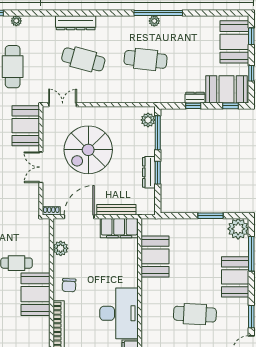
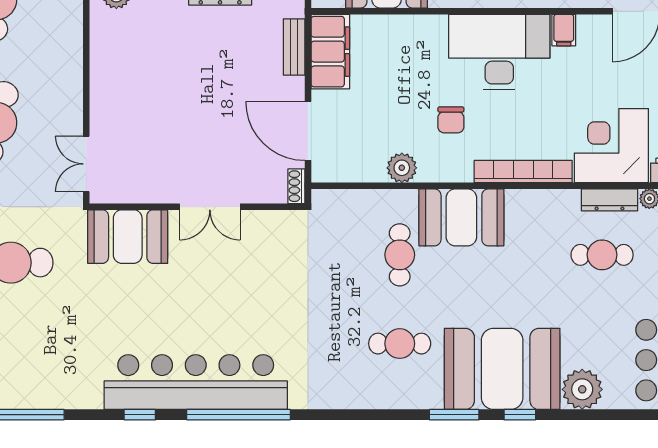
spiral stairs: (88, 150) -> (176, 113), removed
bench: (116, 210) -> (294, 47), width x0.73
plant: (61, 248) -> (402, 168), moved
chair: (69, 285) -> (451, 120), moved, turned 87

